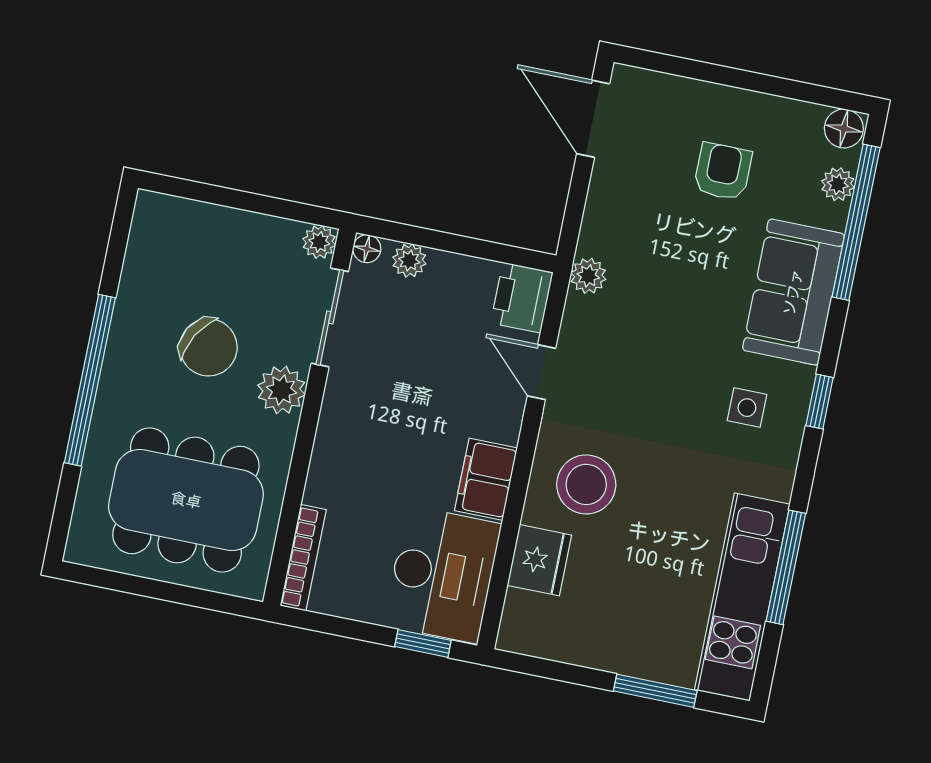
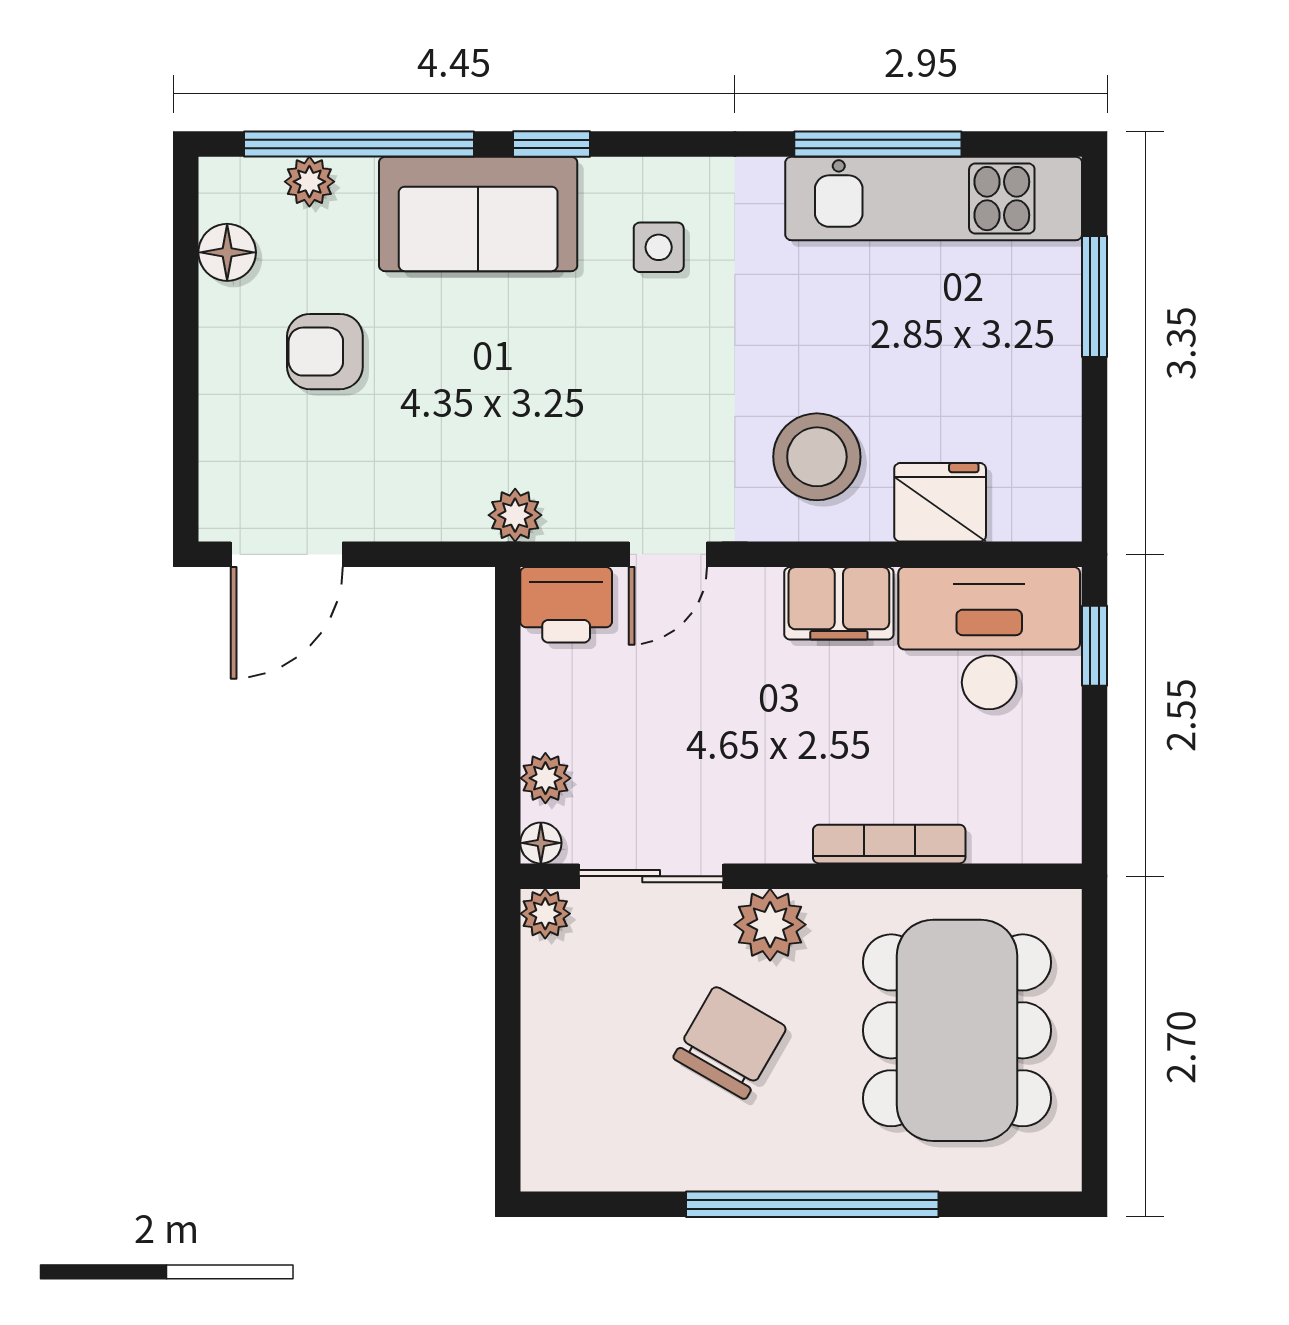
floor lamp: (844, 128) -> (227, 252), moved
window: (820, 402) -> (551, 144), moved
bookcase: (303, 558) -> (889, 844), moved

